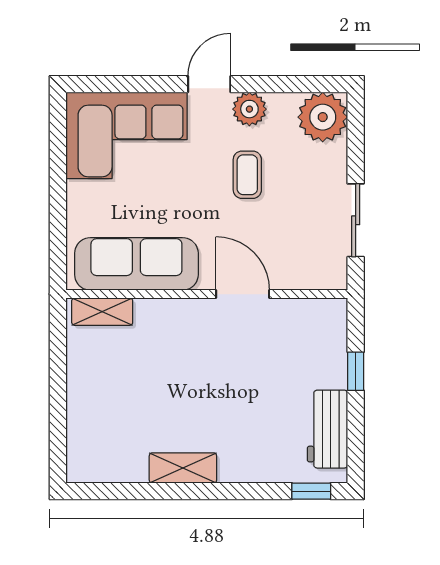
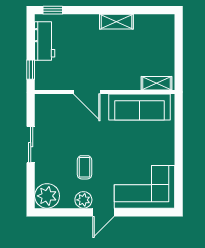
sofa: (136, 264) -> (140, 107), moved
wall: (207, 294) -> (105, 92), moved
door: (243, 294) -> (87, 92), moved
shelving: (102, 312) -> (157, 83), moved

